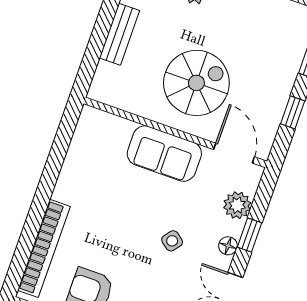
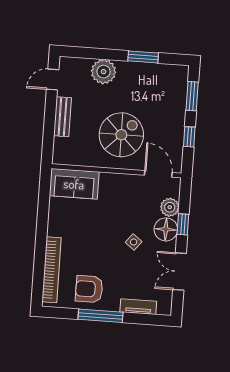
sofa: (164, 154) -> (74, 184), moved
floor lamp: (228, 246) -> (166, 229), width x1.89, depth x1.89

